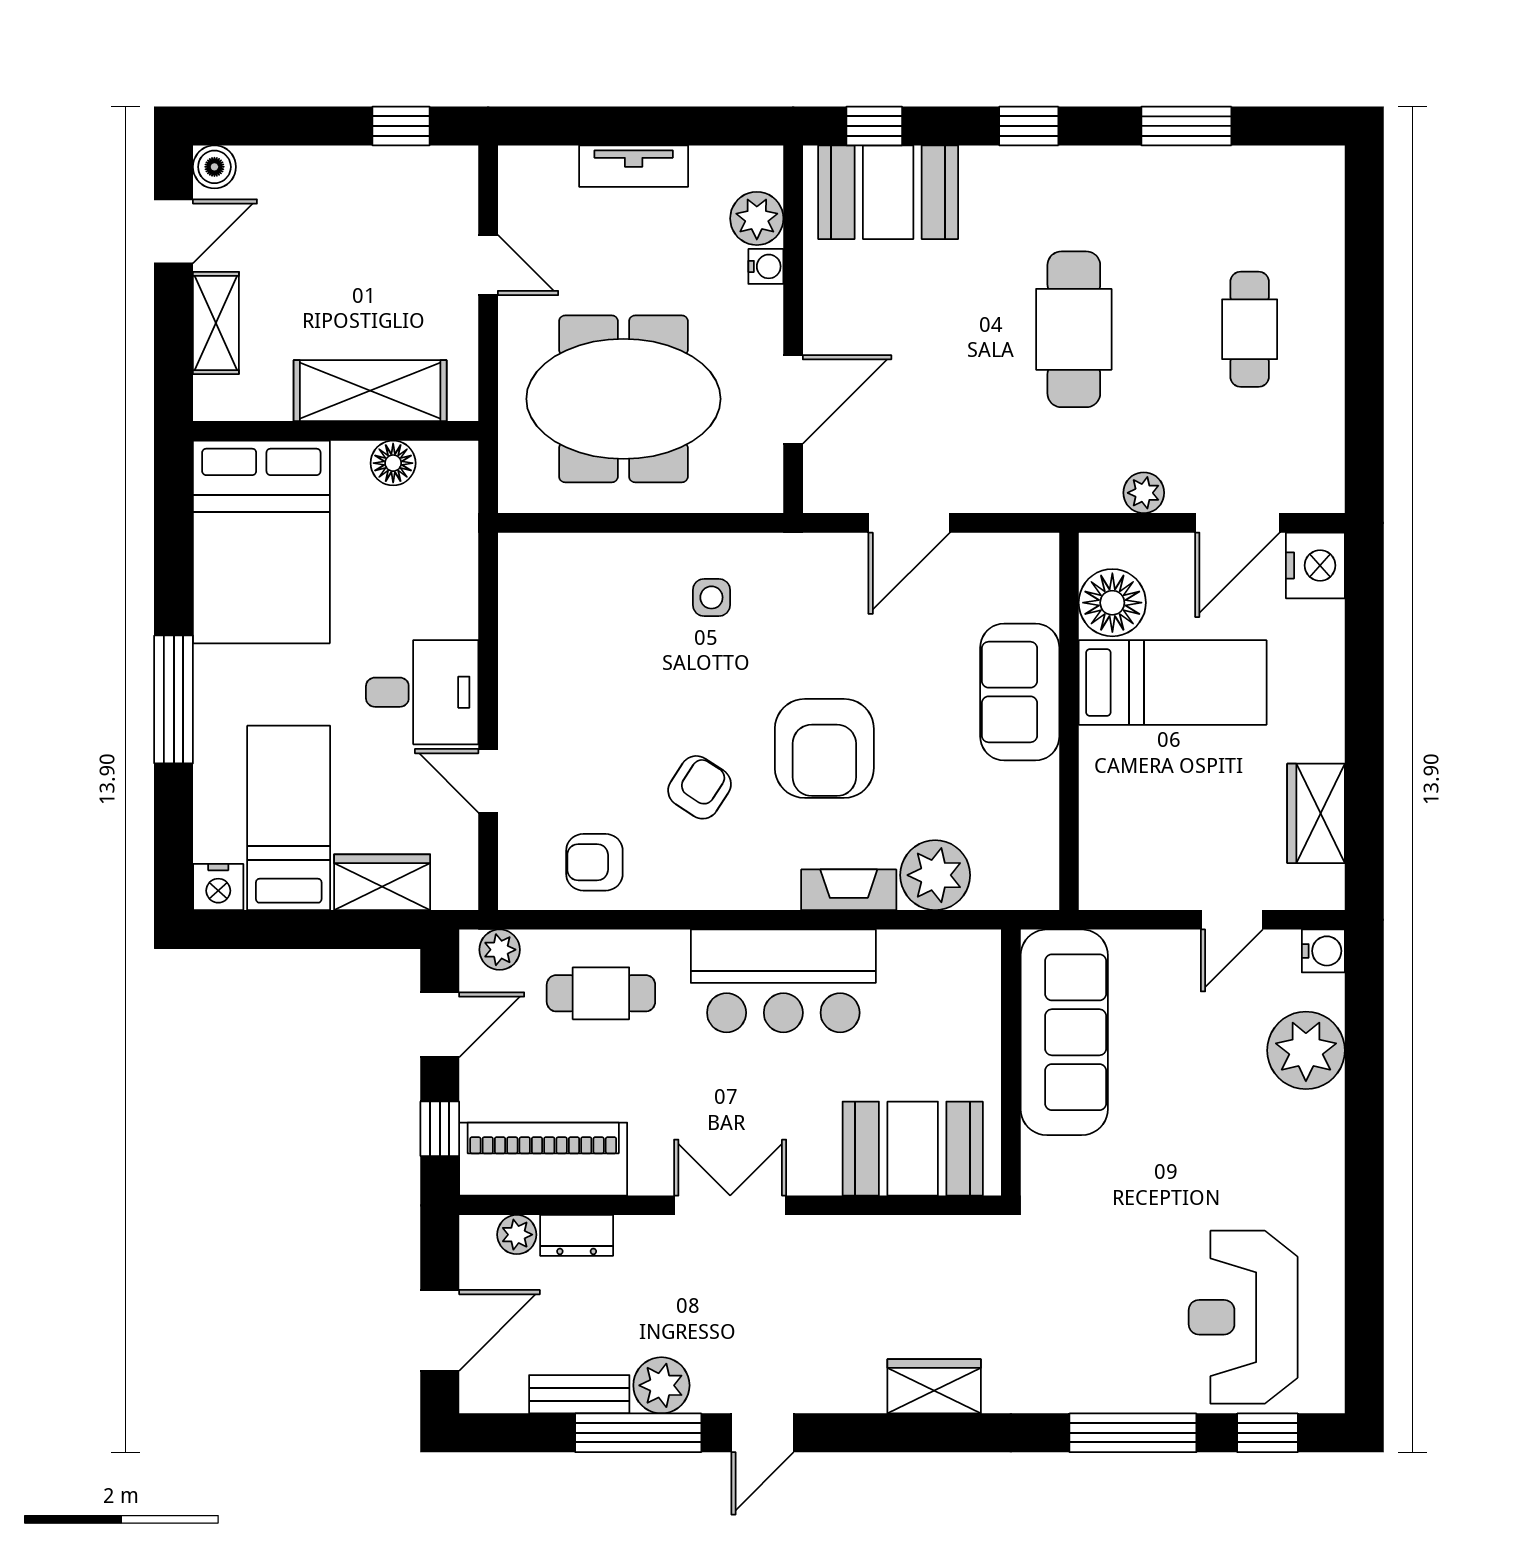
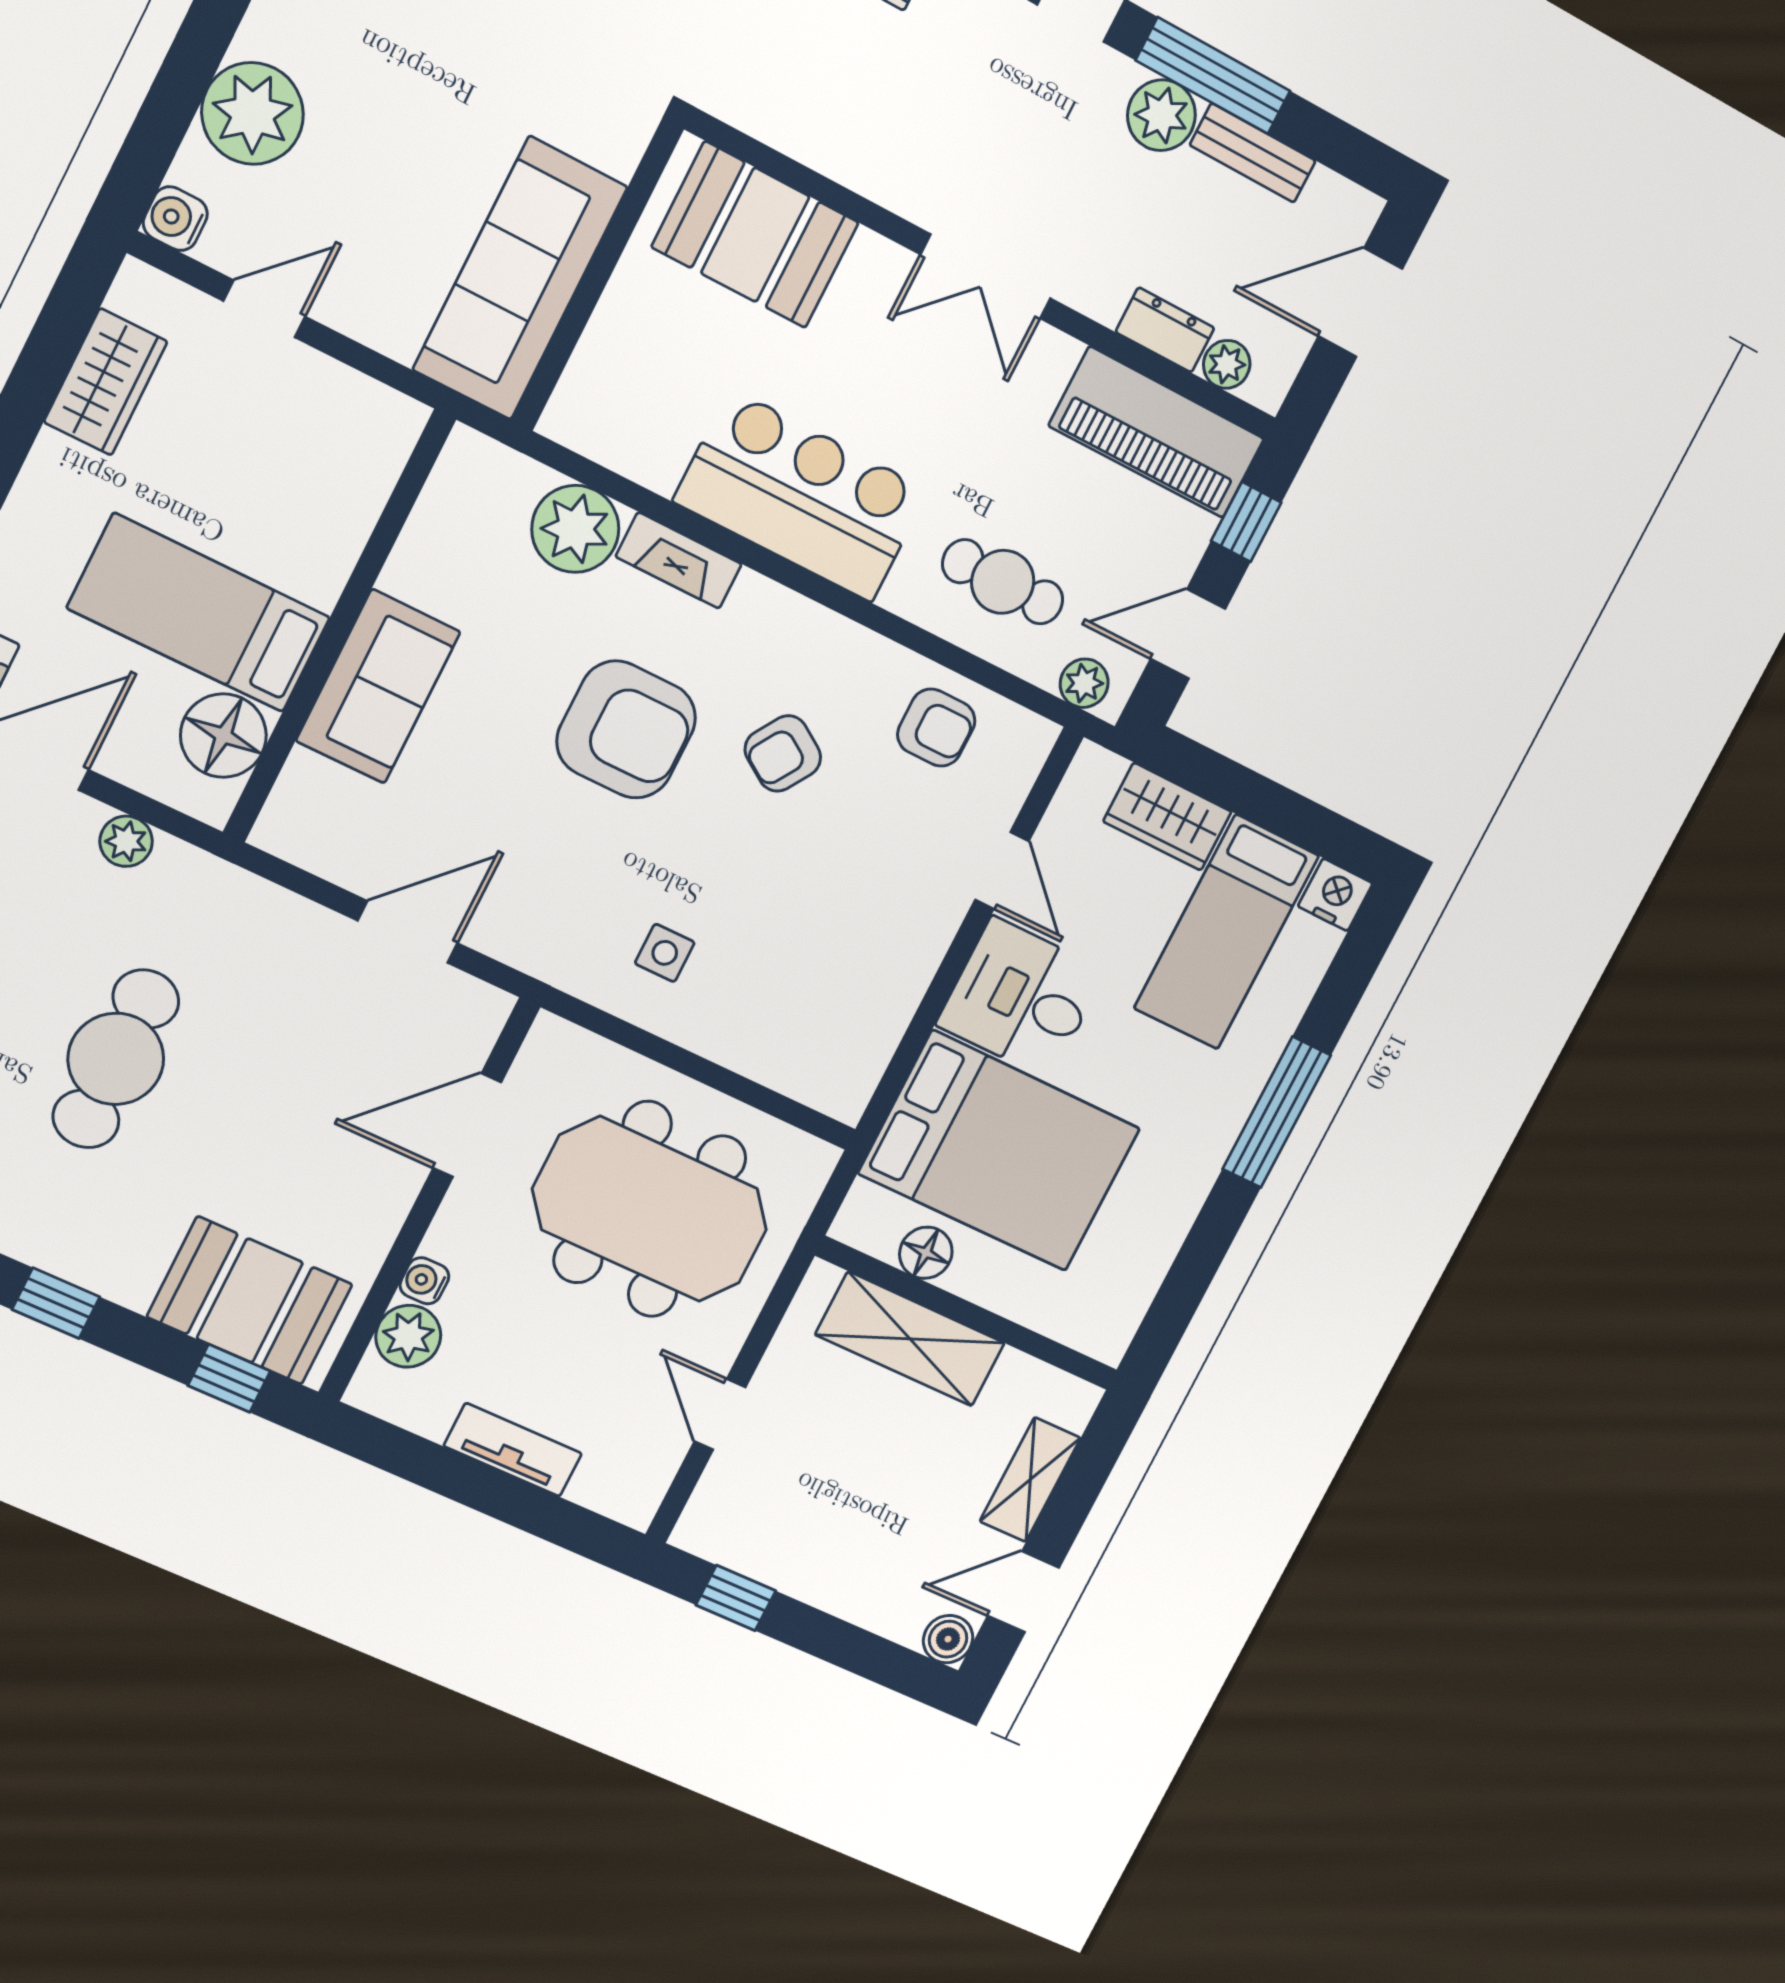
bed: (261, 542) -> (999, 1151), moved, turned 90
armchair: (824, 748) -> (626, 730), turned 90

